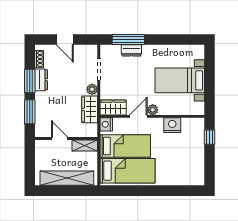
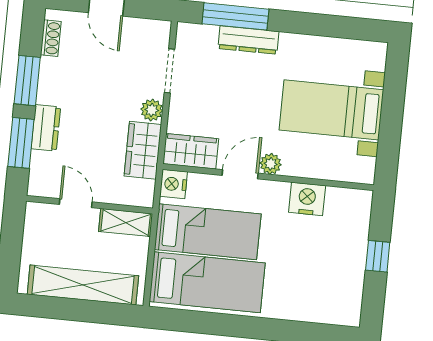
dresser: (131, 50) -> (248, 40), width x1.44
dresser: (41, 80) -> (46, 128), moved
window: (210, 137) -> (378, 256), moved

